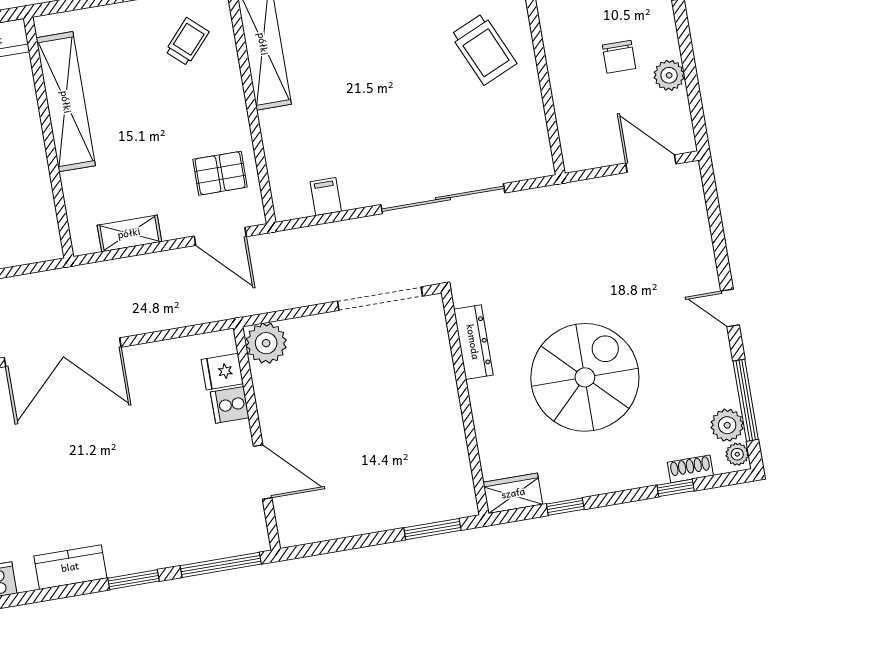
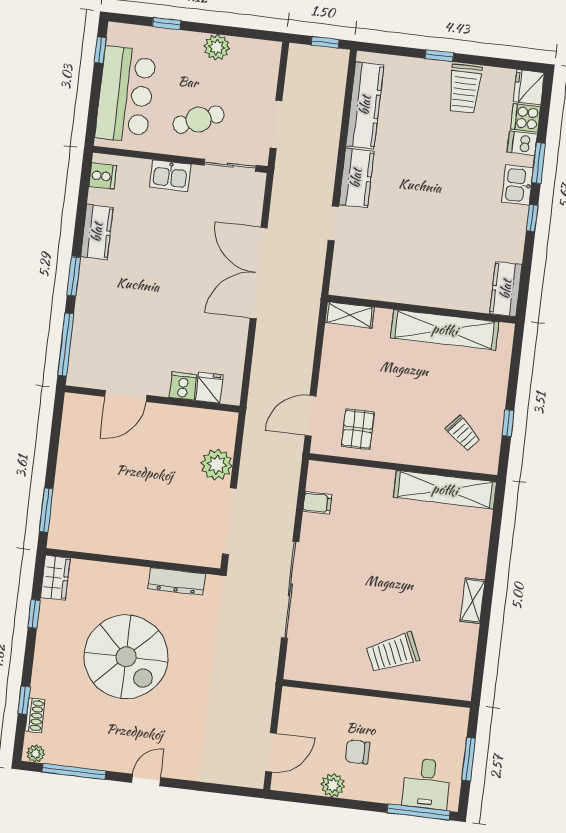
shelving: (129, 233) -> (350, 315), moved, turned 90
plant: (266, 343) -> (217, 465), moved
plant: (727, 425) -> (59, 752), removed

